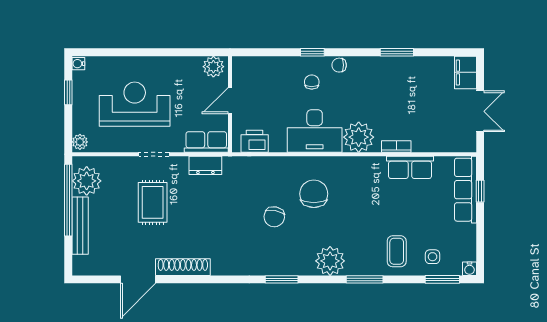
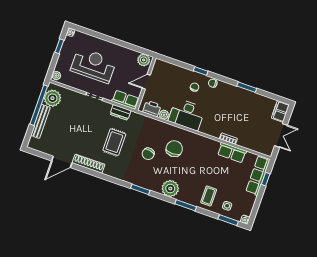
plant: (359, 137) -> (164, 115), moved, width x0.53, depth x0.53
rug: (153, 202) -> (114, 142), moved

